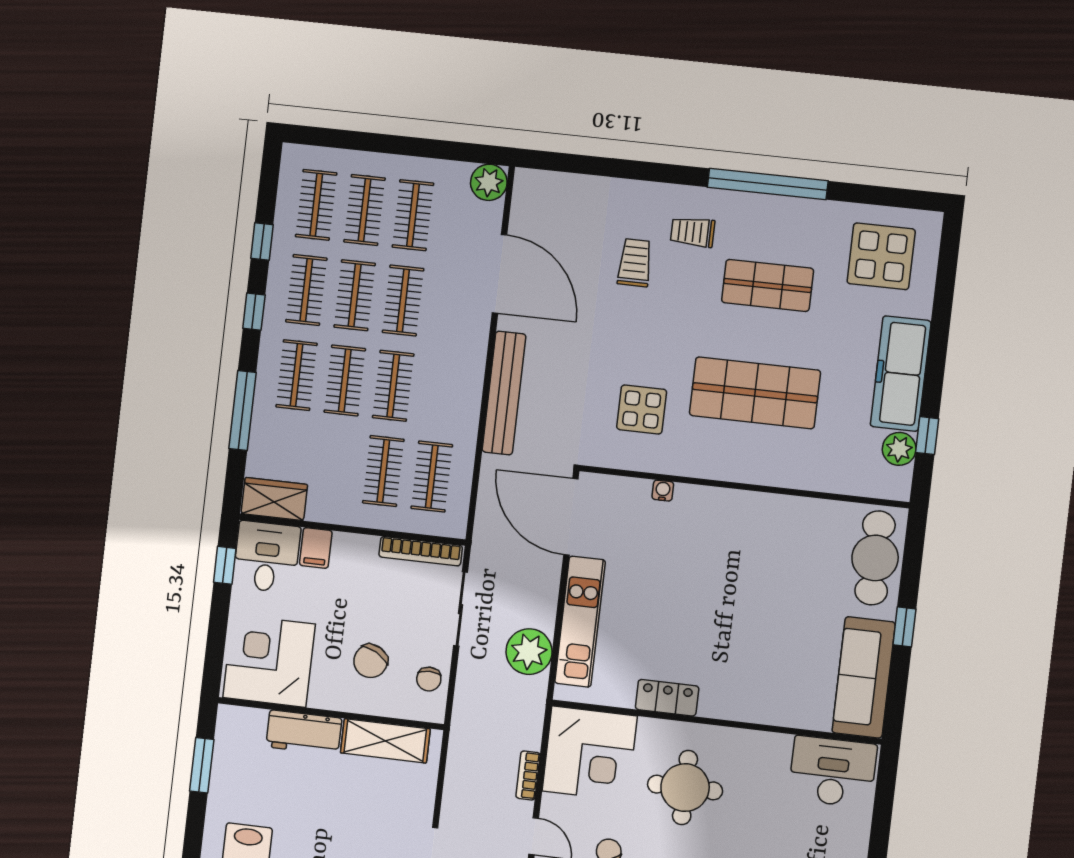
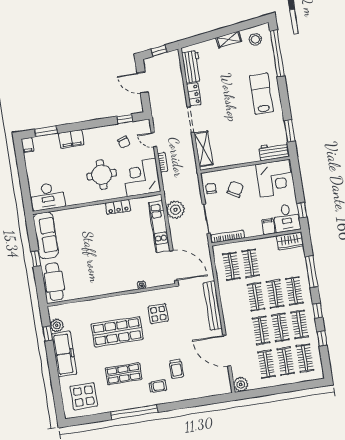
workbench: (304, 733) -> (274, 151), moved
shelving: (385, 741) -> (204, 149), moved, turned 90

